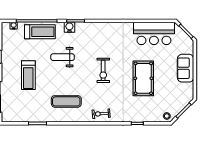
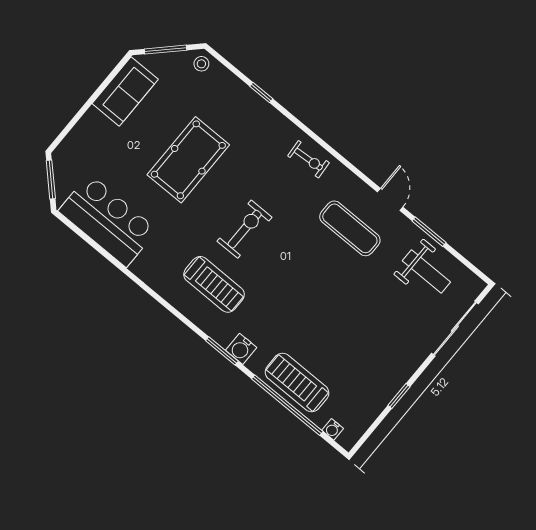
weight bench: (63, 57) -> (426, 271), moved
sofa: (186, 68) -> (125, 91), moved
treadmill: (28, 75) -> (214, 284), moved, turned 90
door: (61, 123) -> (390, 200), added

